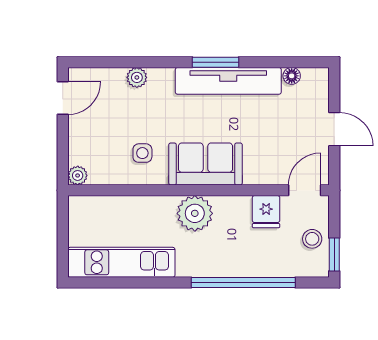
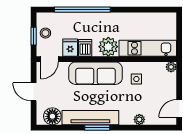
floor lamp: (292, 76) -> (52, 116), width x1.89, depth x1.89
sofa: (205, 164) -> (95, 73), width x1.36
dishwasher: (238, 211) -> (85, 48), added
window: (334, 255) -> (34, 36), moved
kitchen unit: (121, 262) -> (148, 48), moved, turned 180

